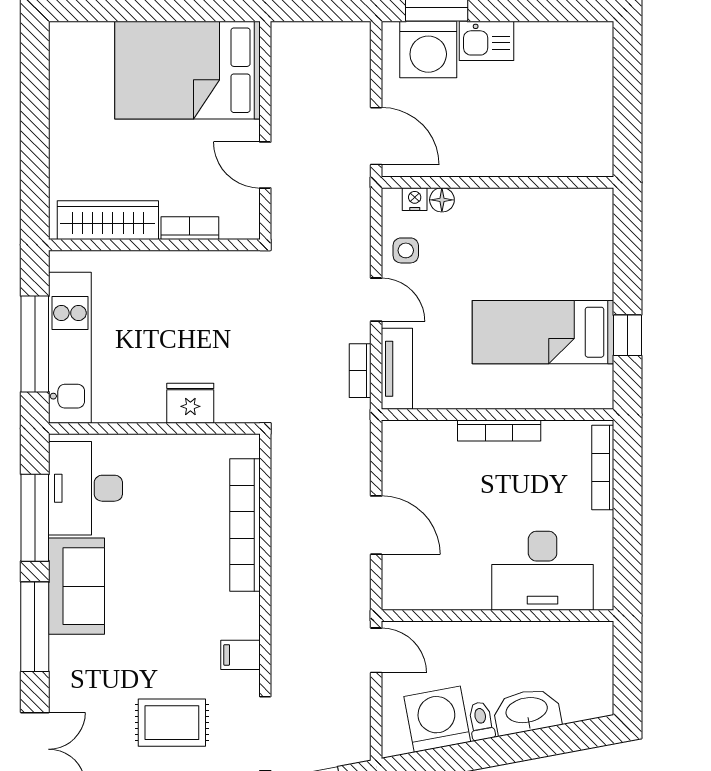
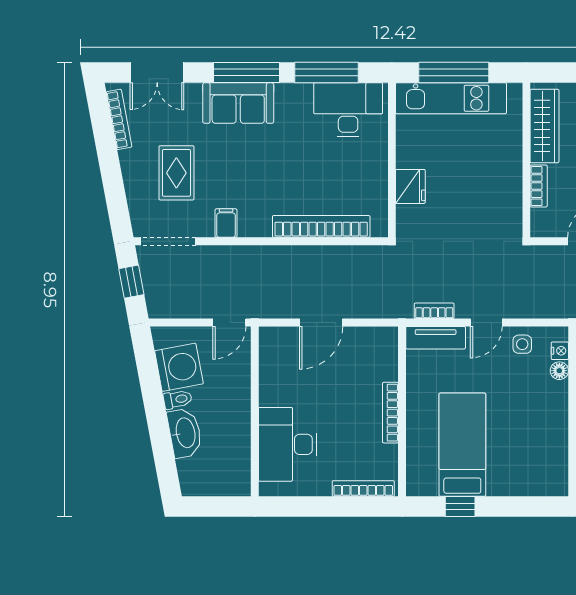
sofa: (77, 586) -> (238, 103), moved

